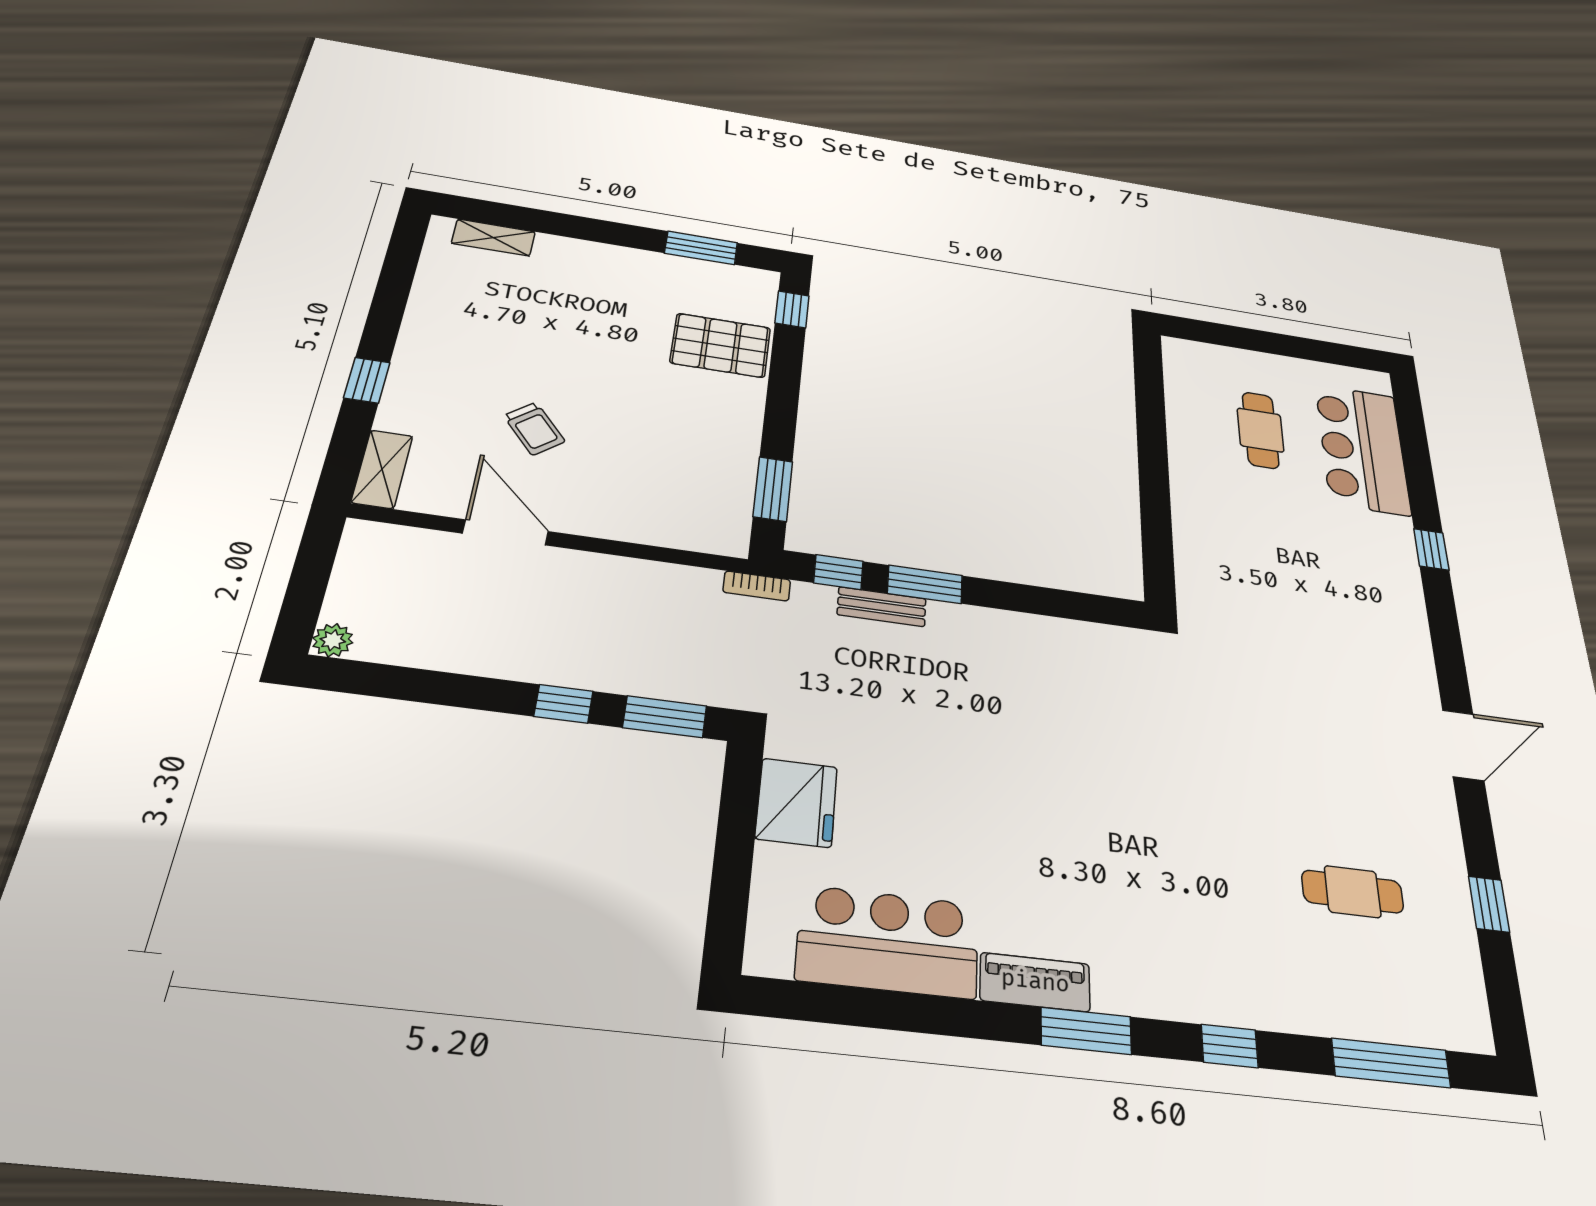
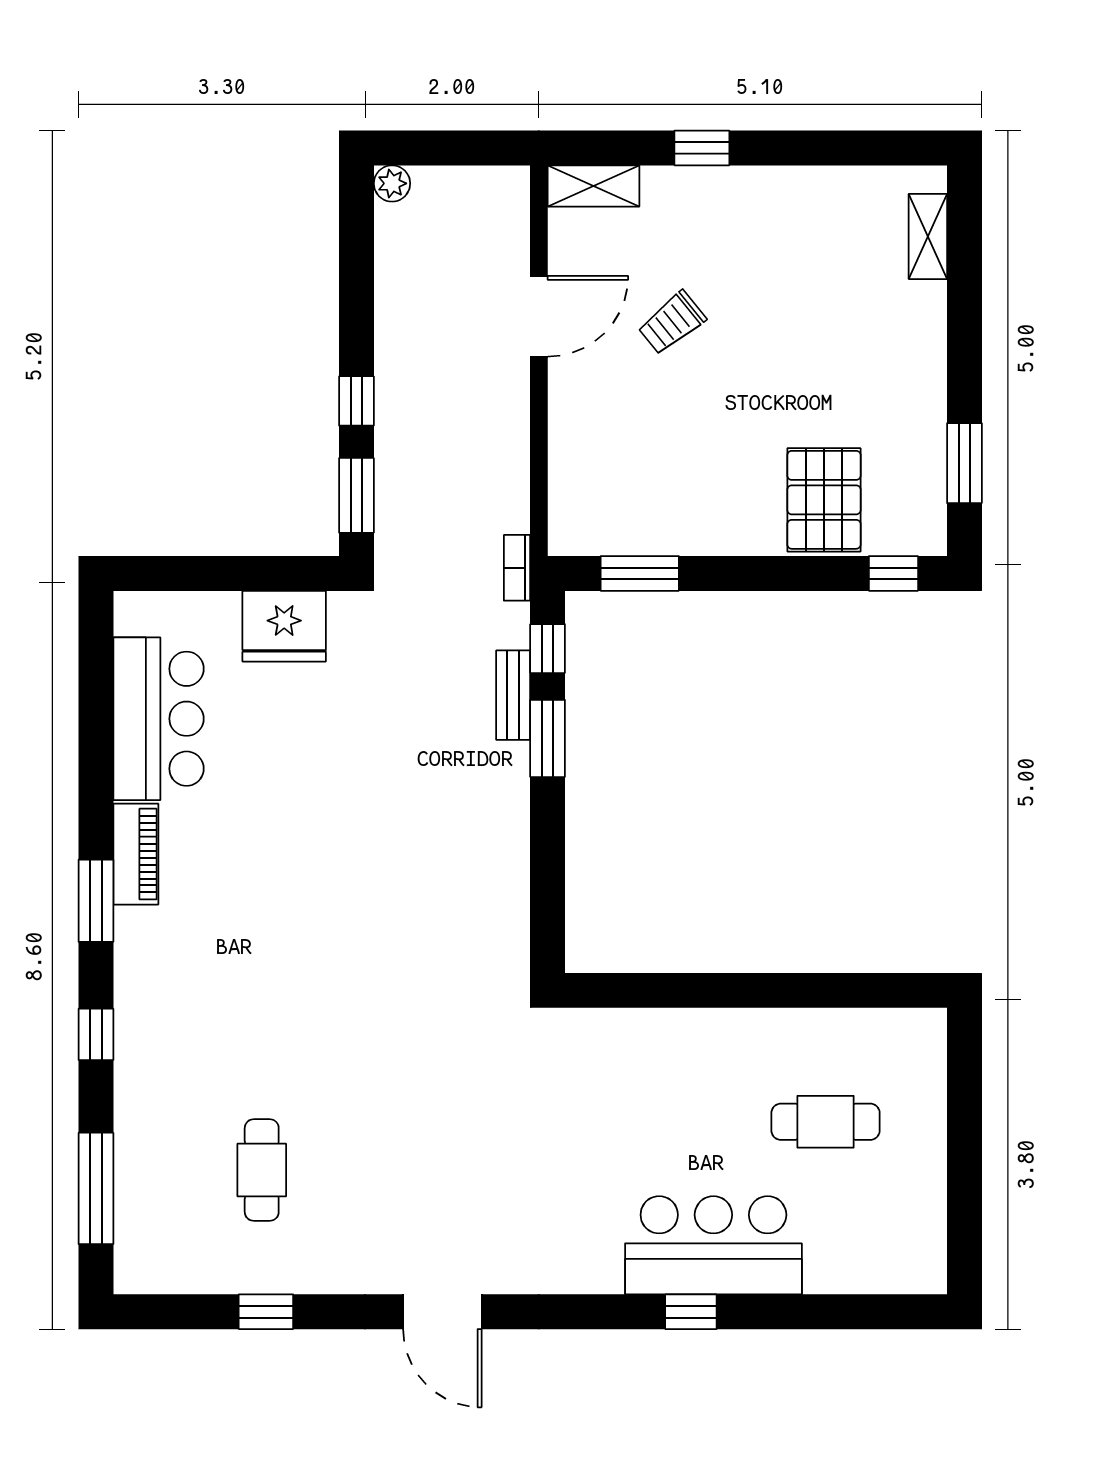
bar counter: (1362, 449) -> (713, 1245), moved

